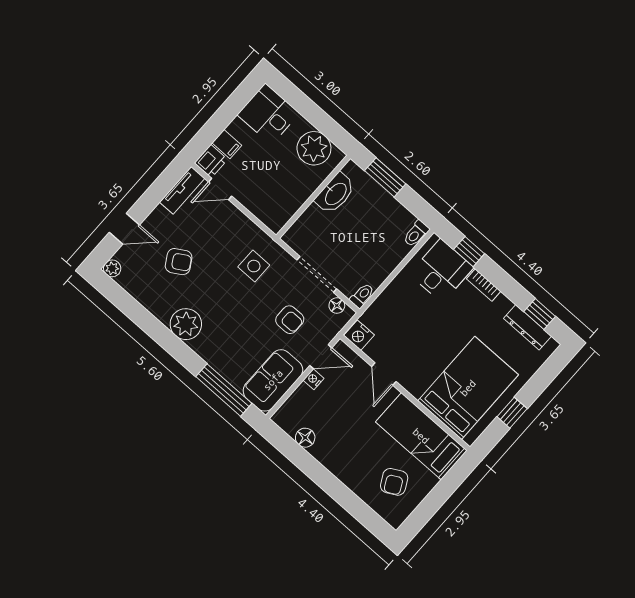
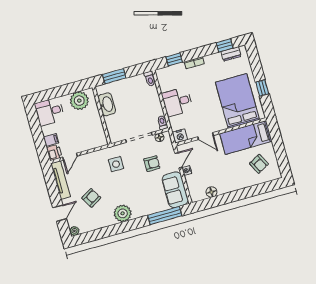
tv unit: (182, 190) -> (61, 180), width x1.41
desk: (441, 271) -> (177, 102), moved, turned -90
dresser: (527, 327) -> (231, 54), width x0.70

